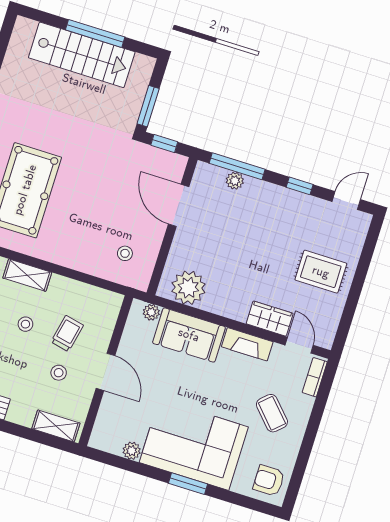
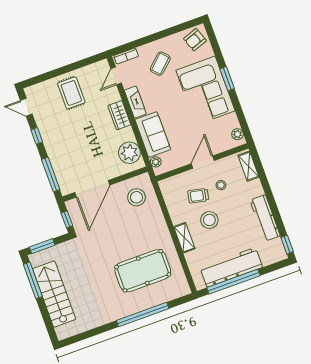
window: (95, 33) -> (33, 280), moved
window: (148, 106) -> (42, 246), moved
plant: (235, 181) -> (59, 170), removed
door: (179, 205) -> (92, 189), width x1.36
stool: (125, 253) -> (136, 197), width x1.89, depth x1.89
wardrobe: (270, 319) -> (119, 115), moved
stool: (25, 324) -> (209, 220), width x1.89, depth x1.89
plant: (132, 451) -> (237, 134), moved
armchair: (269, 481) -> (195, 40), turned 70

